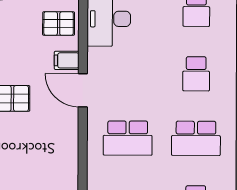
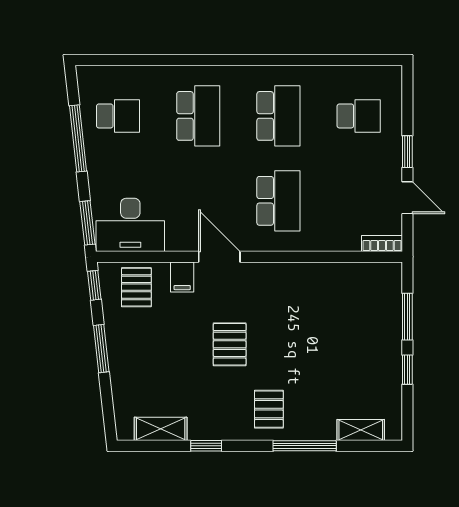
school desk: (196, 74) -> (198, 116), width x1.85
door: (83, 90) -> (219, 257), swing flipped

